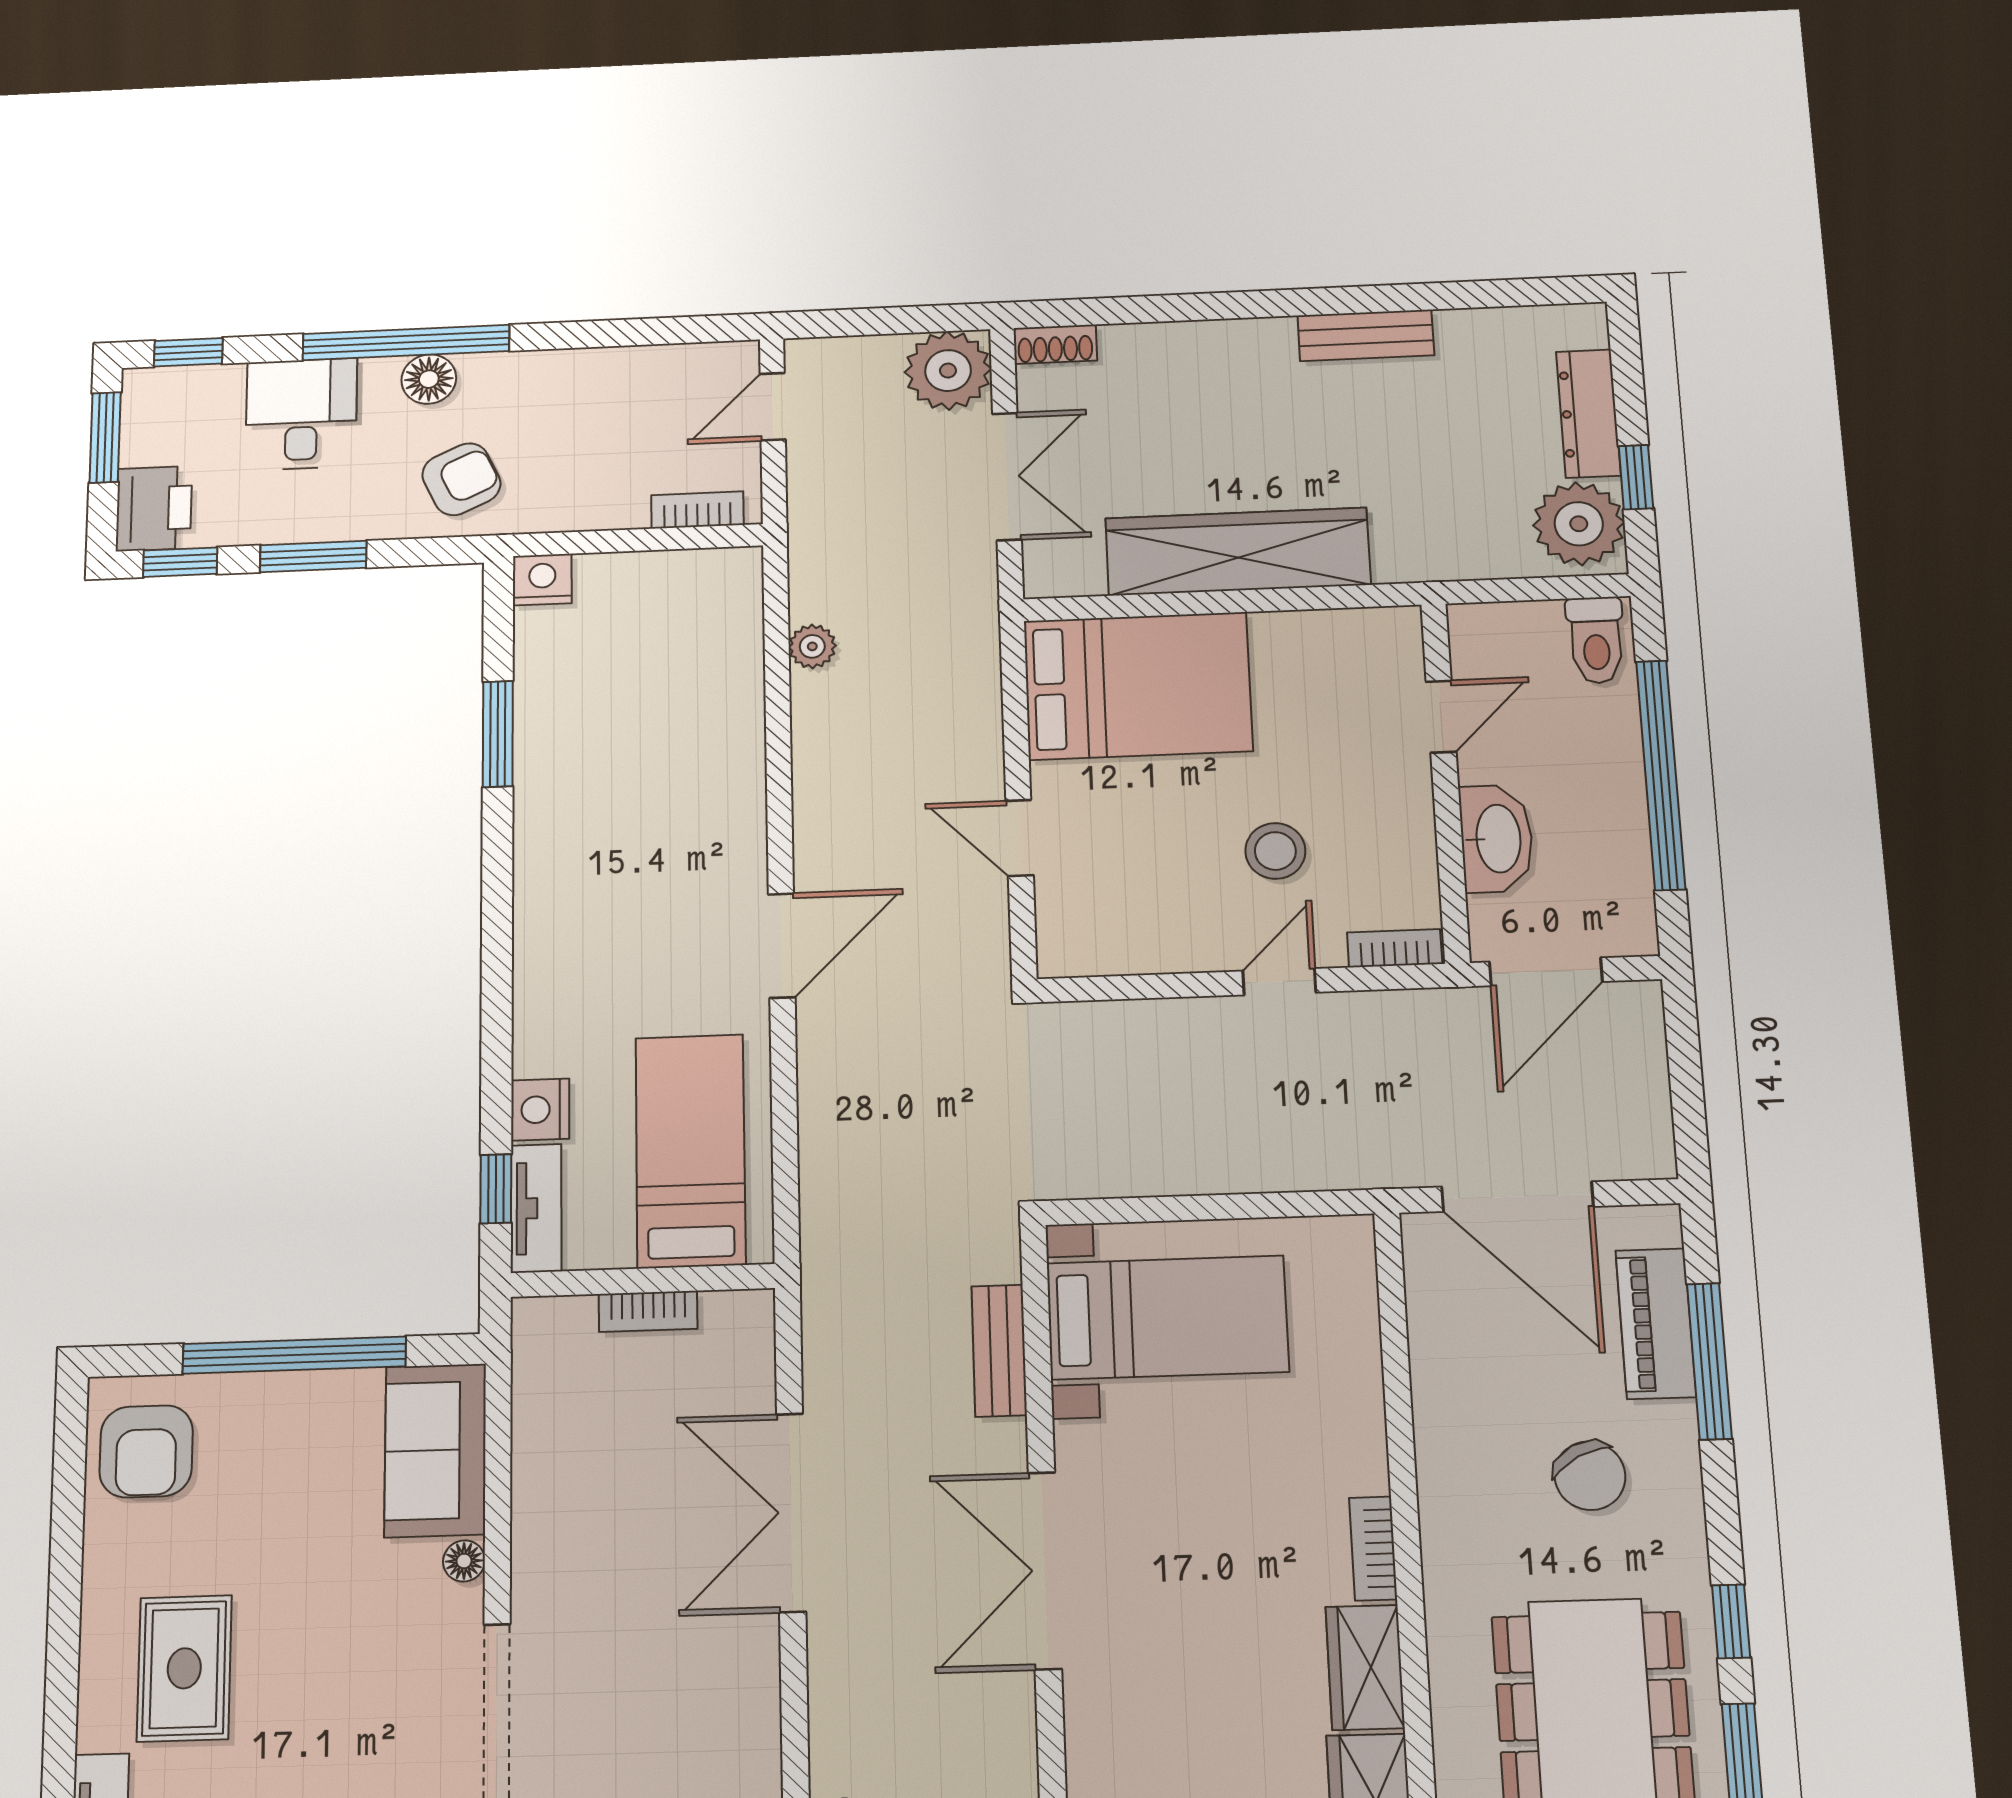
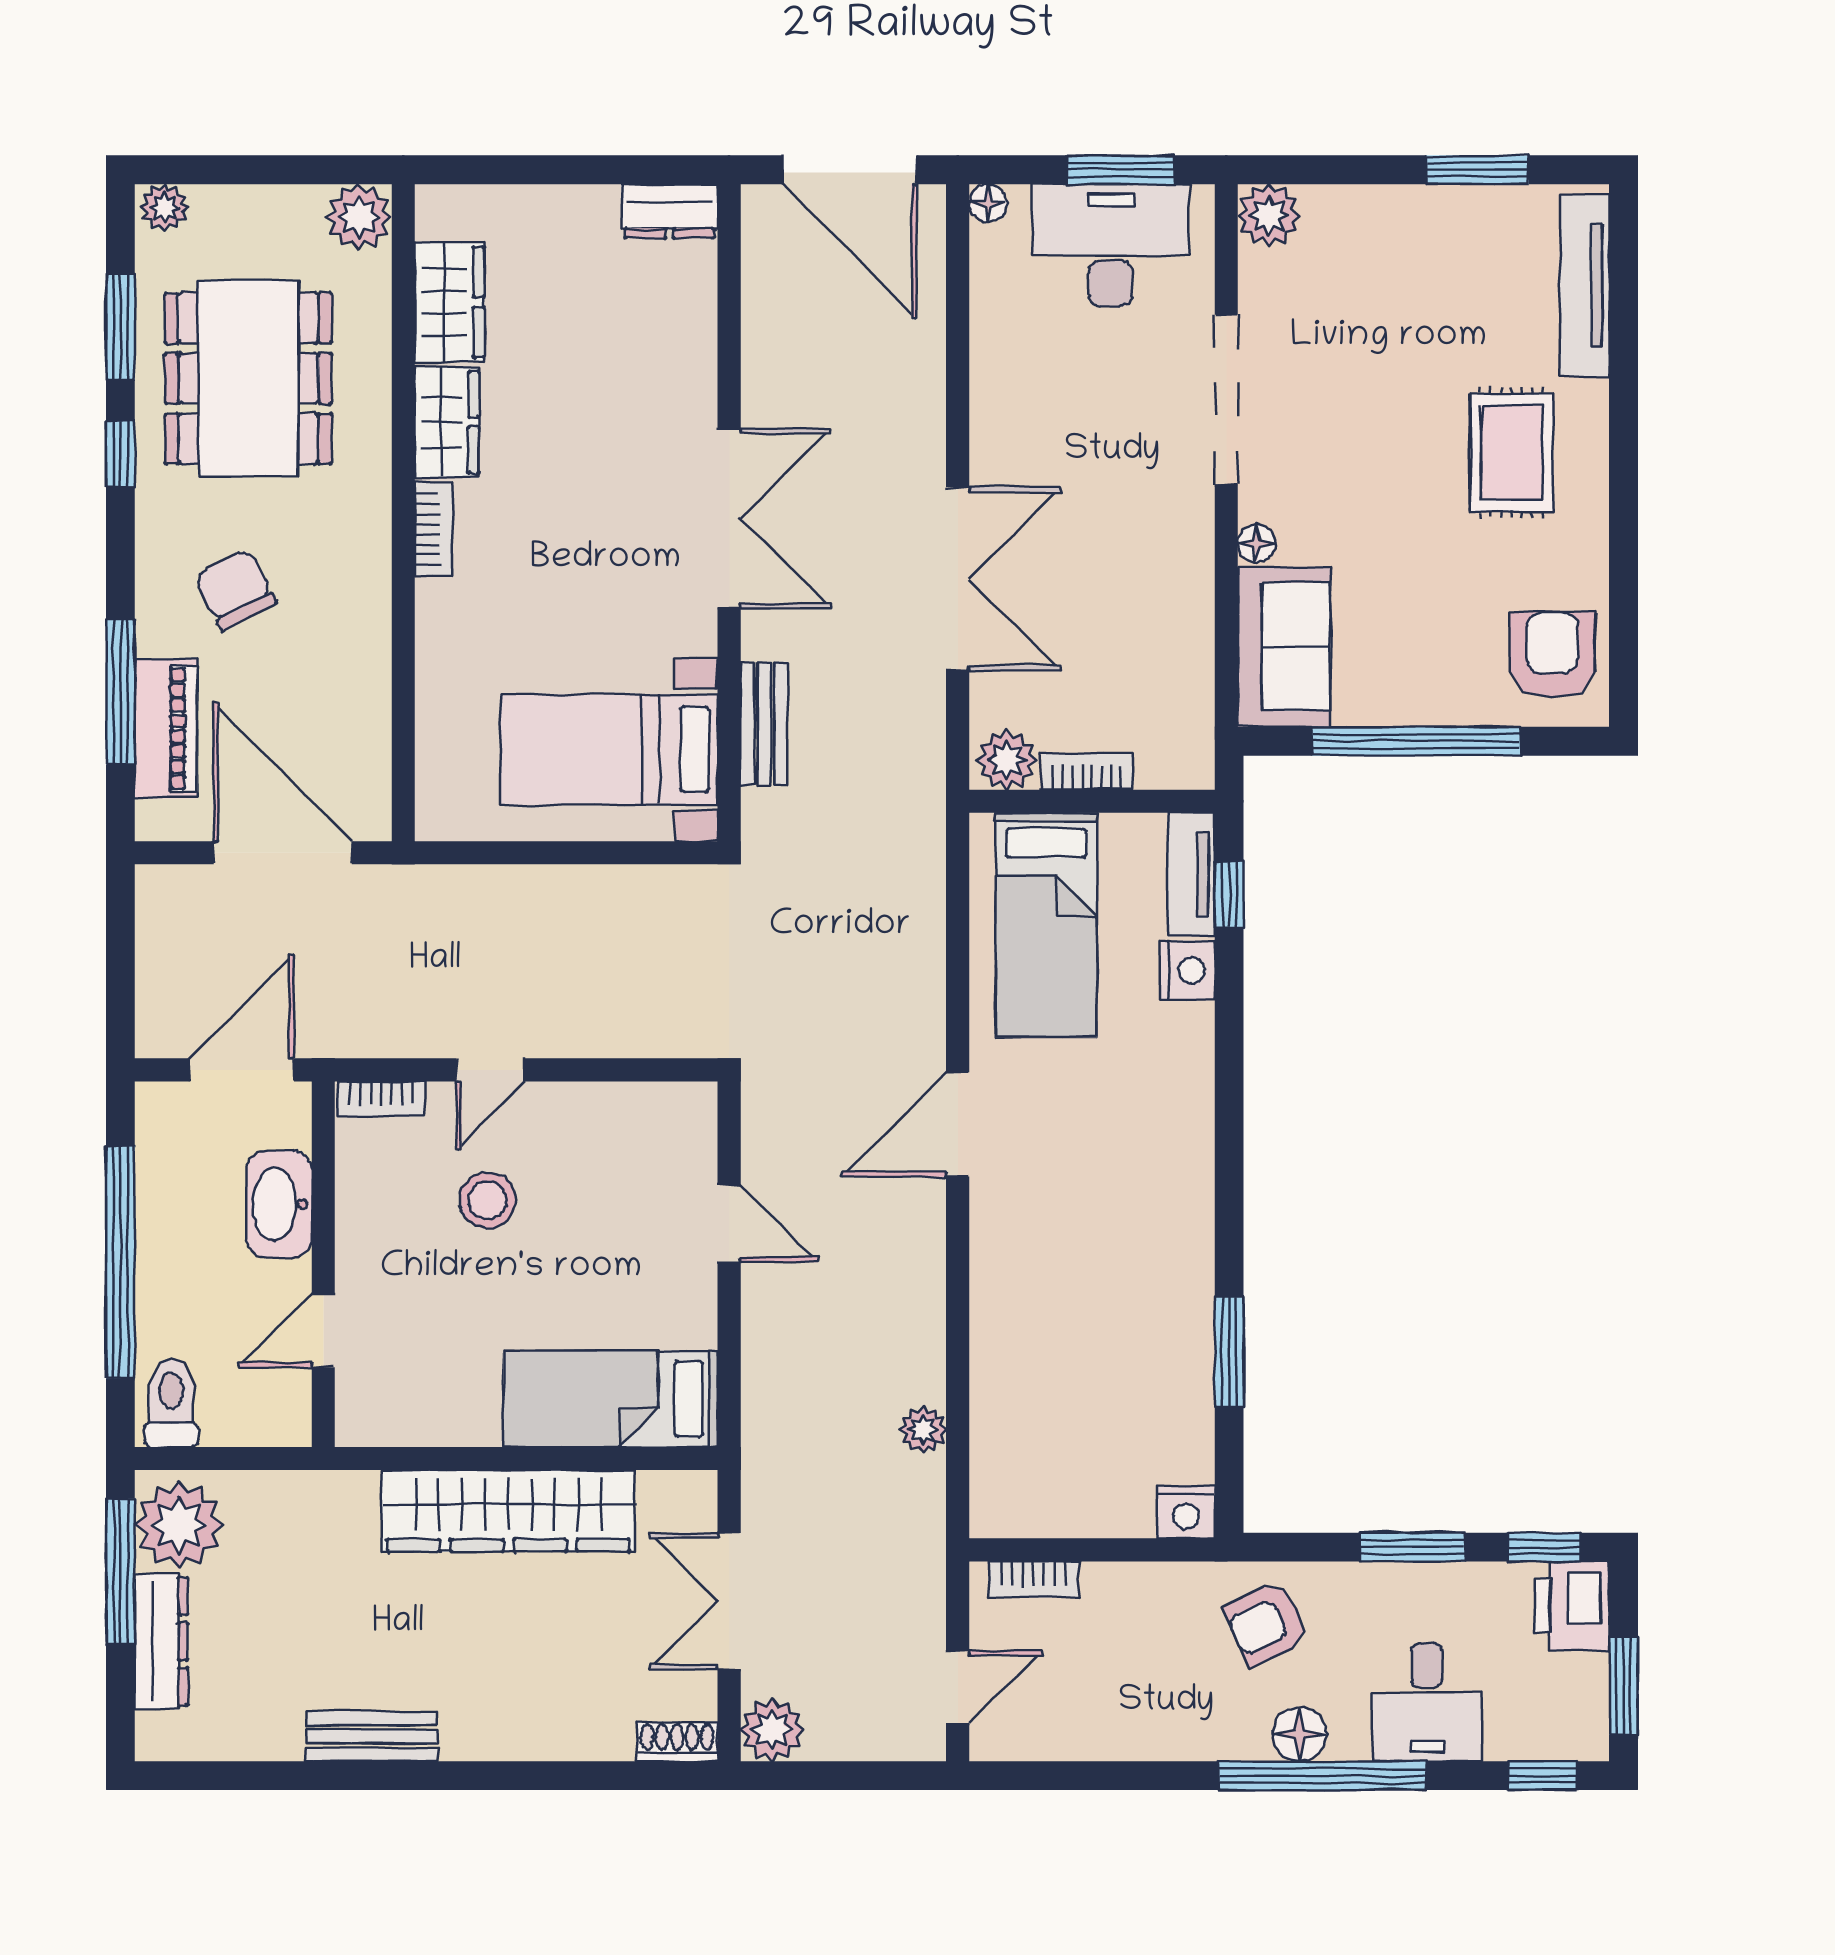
plant: (948, 371) -> (772, 1730), width x0.73, depth x0.73
window: (1636, 477) -> (120, 1572), width x2.17
bed: (1138, 686) -> (611, 1399), width x0.67
plant: (735, 1321) -> (1007, 760), added

